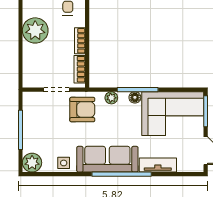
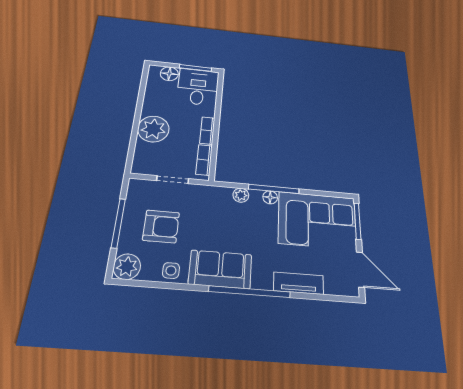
plant: (35, 30) -> (153, 129), moved
armchair: (82, 110) -> (161, 226), moved
sofa: (107, 159) -> (220, 269), width x0.73

